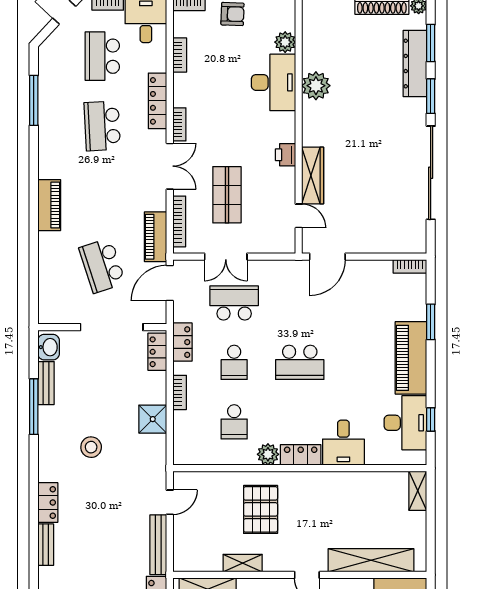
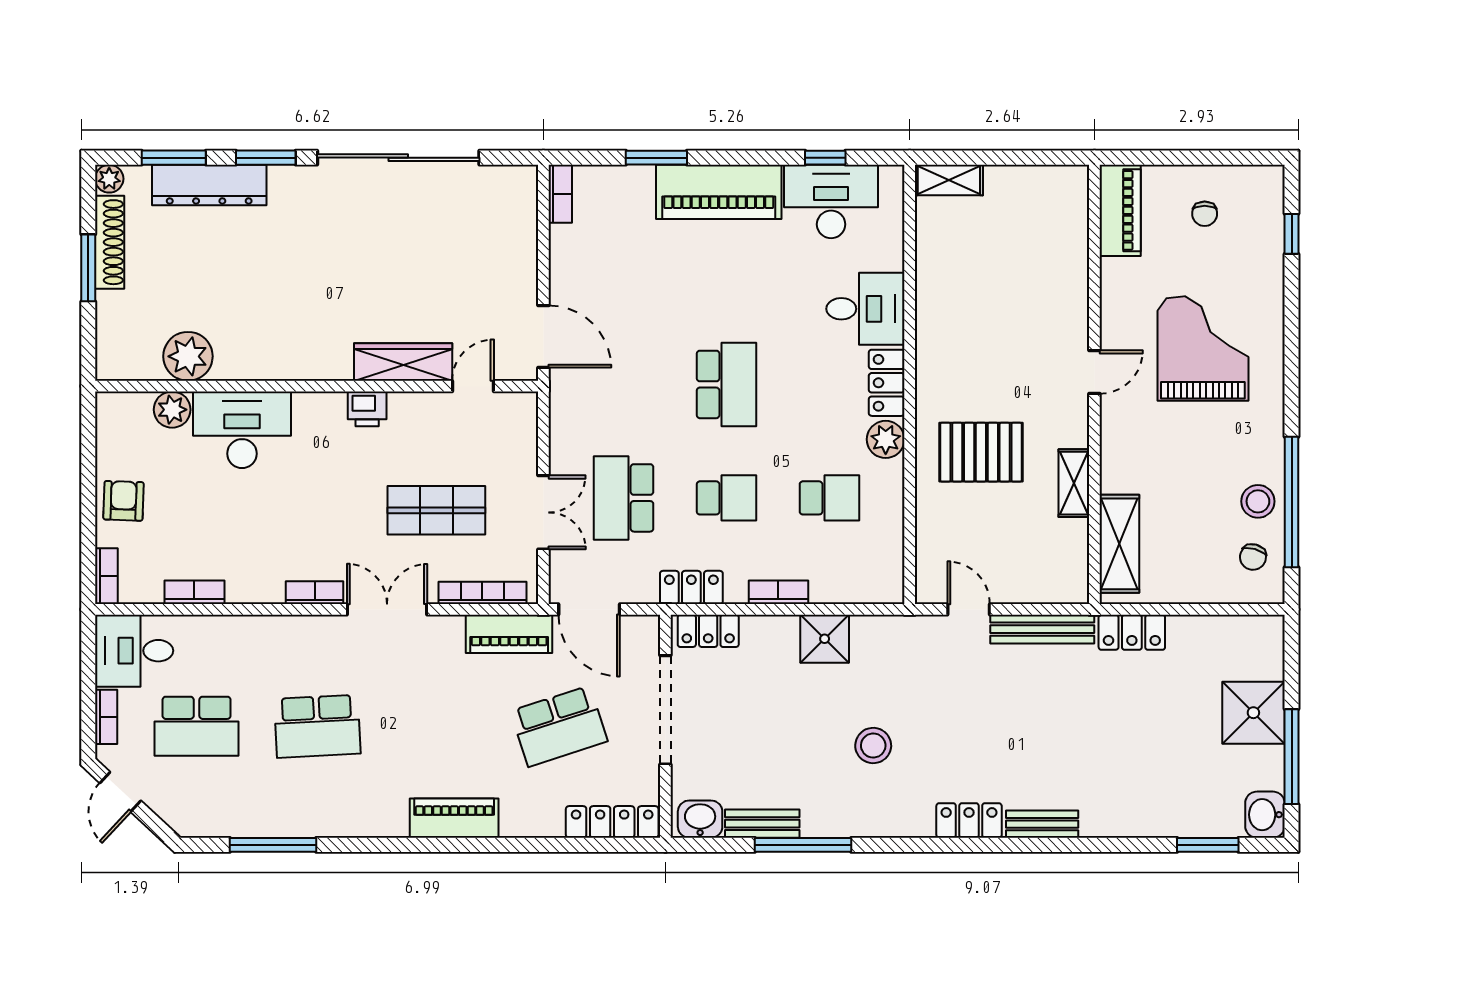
plant: (316, 86) -> (188, 356), moved
locker: (158, 101) -> (612, 822), moved, turned 180
shelving: (371, 560) -> (1069, 261), removed

